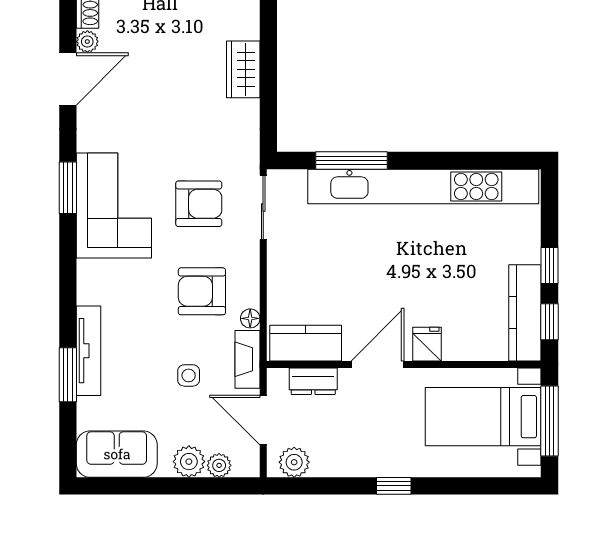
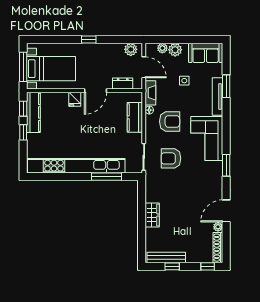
corner sofa: (114, 206) -> (207, 138), moved
kitchen counter: (306, 343) -> (135, 117), moved, turned 90
side table: (189, 375) -> (184, 81), moved

